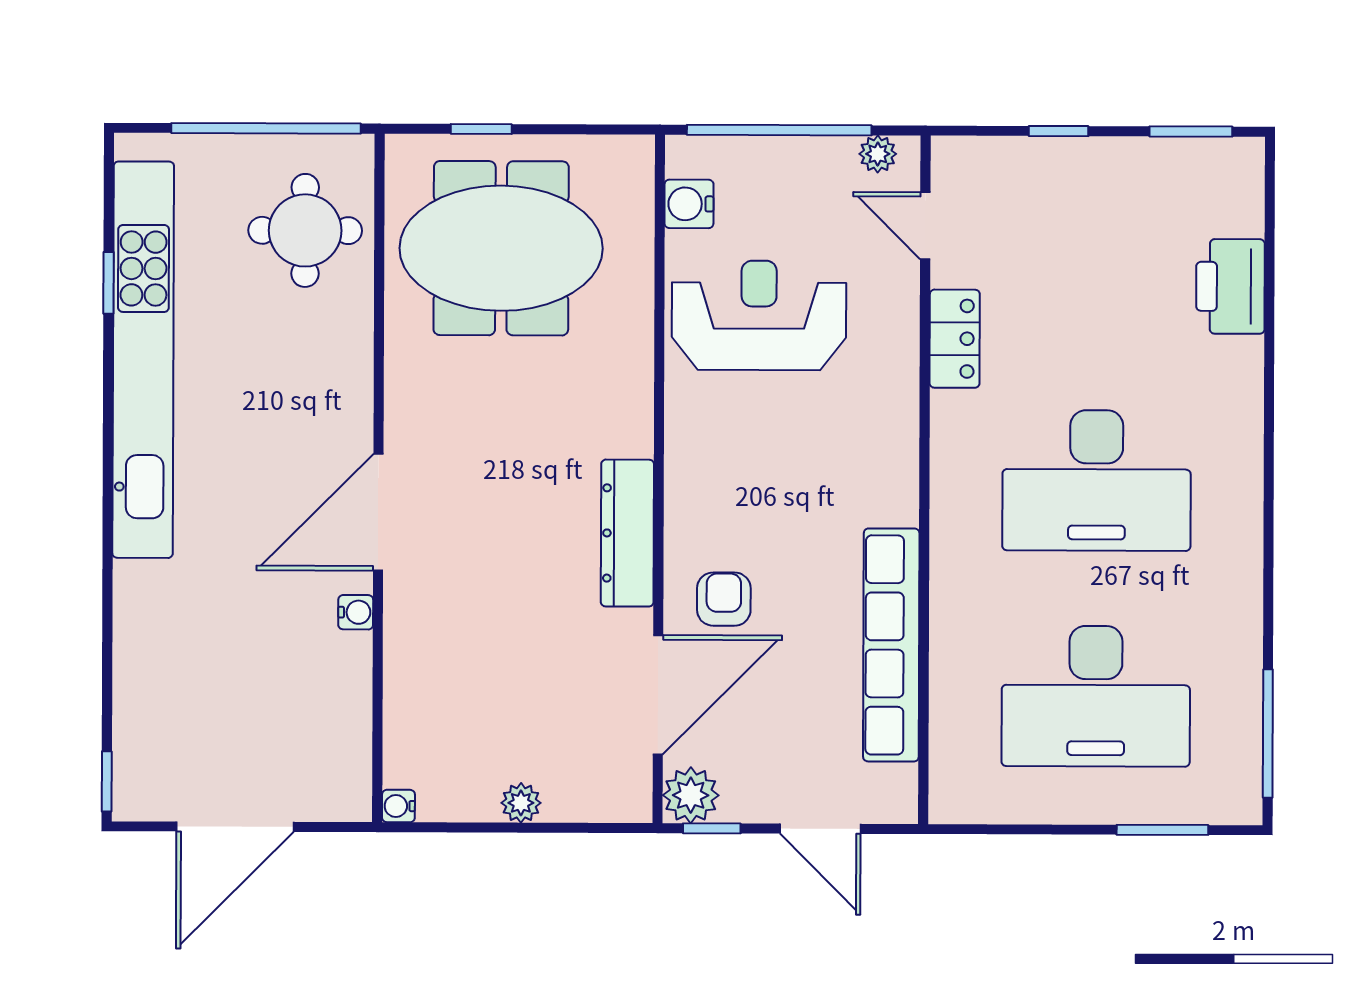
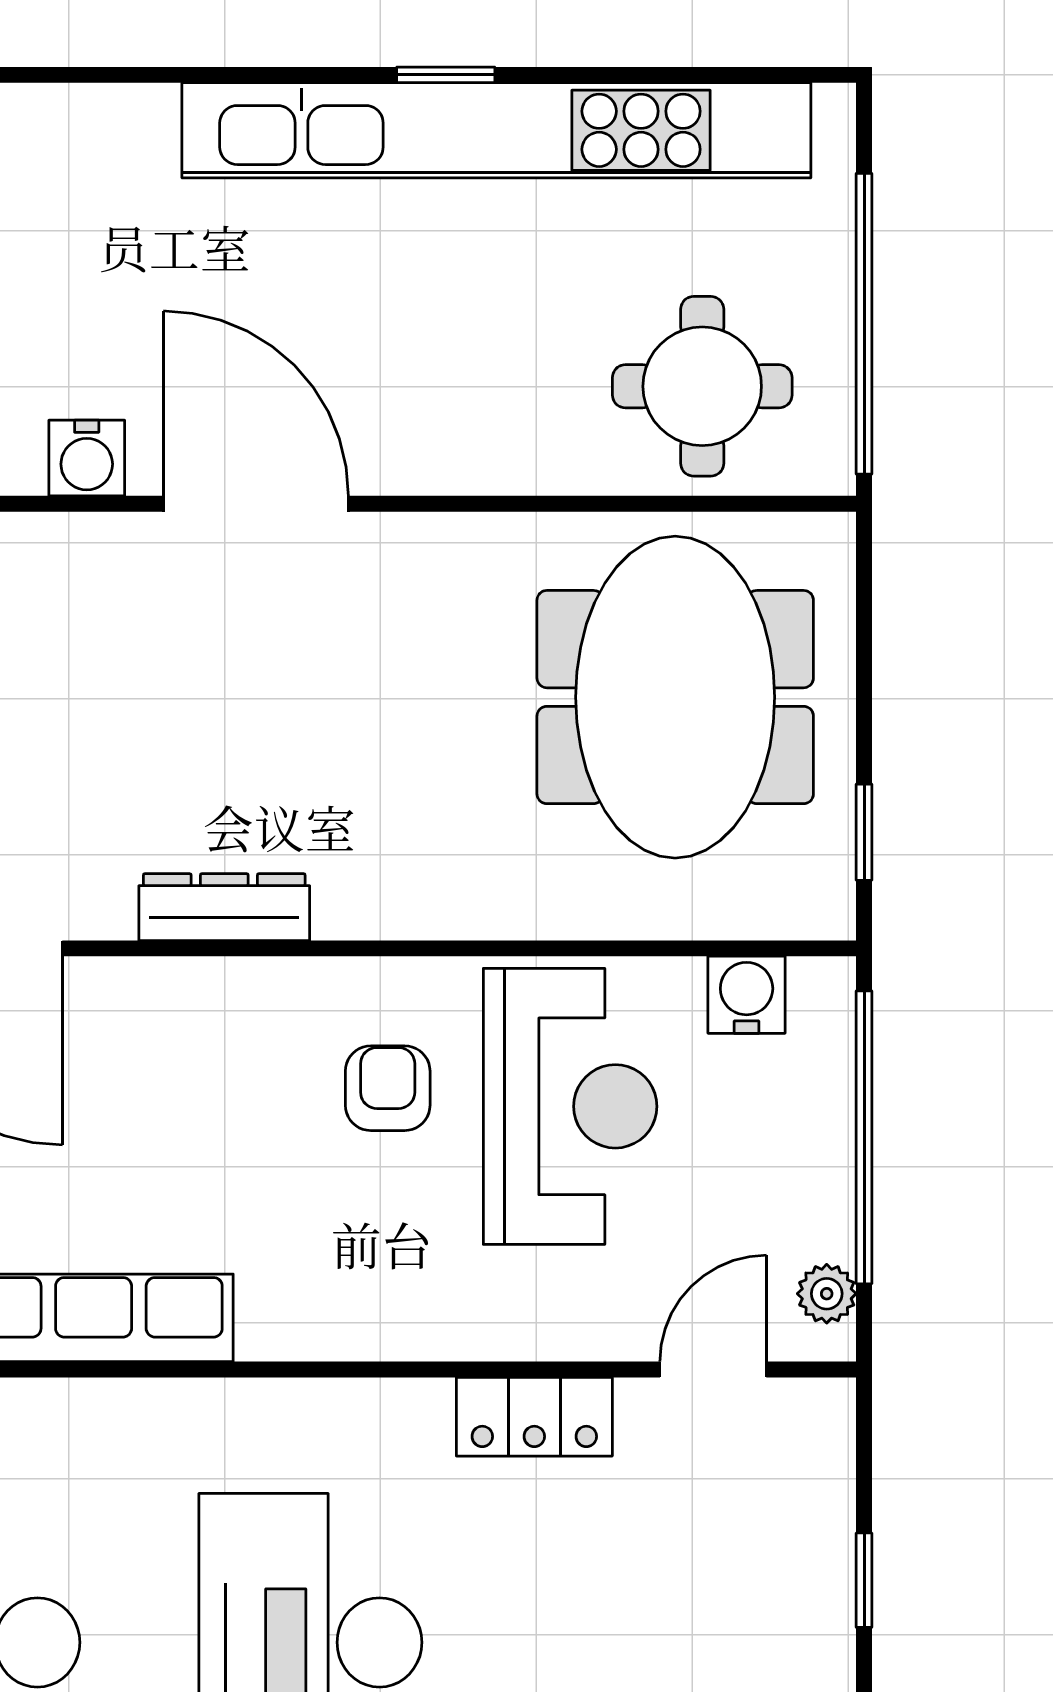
window: (481, 129) -> (864, 832), moved
window: (109, 283) -> (446, 75), moved
dresser: (627, 533) -> (224, 907), width x0.73, depth x0.80
armchair: (724, 599) -> (388, 1088), moved, turned -90
water cooler: (356, 612) -> (87, 458), width x1.38, depth x1.38

